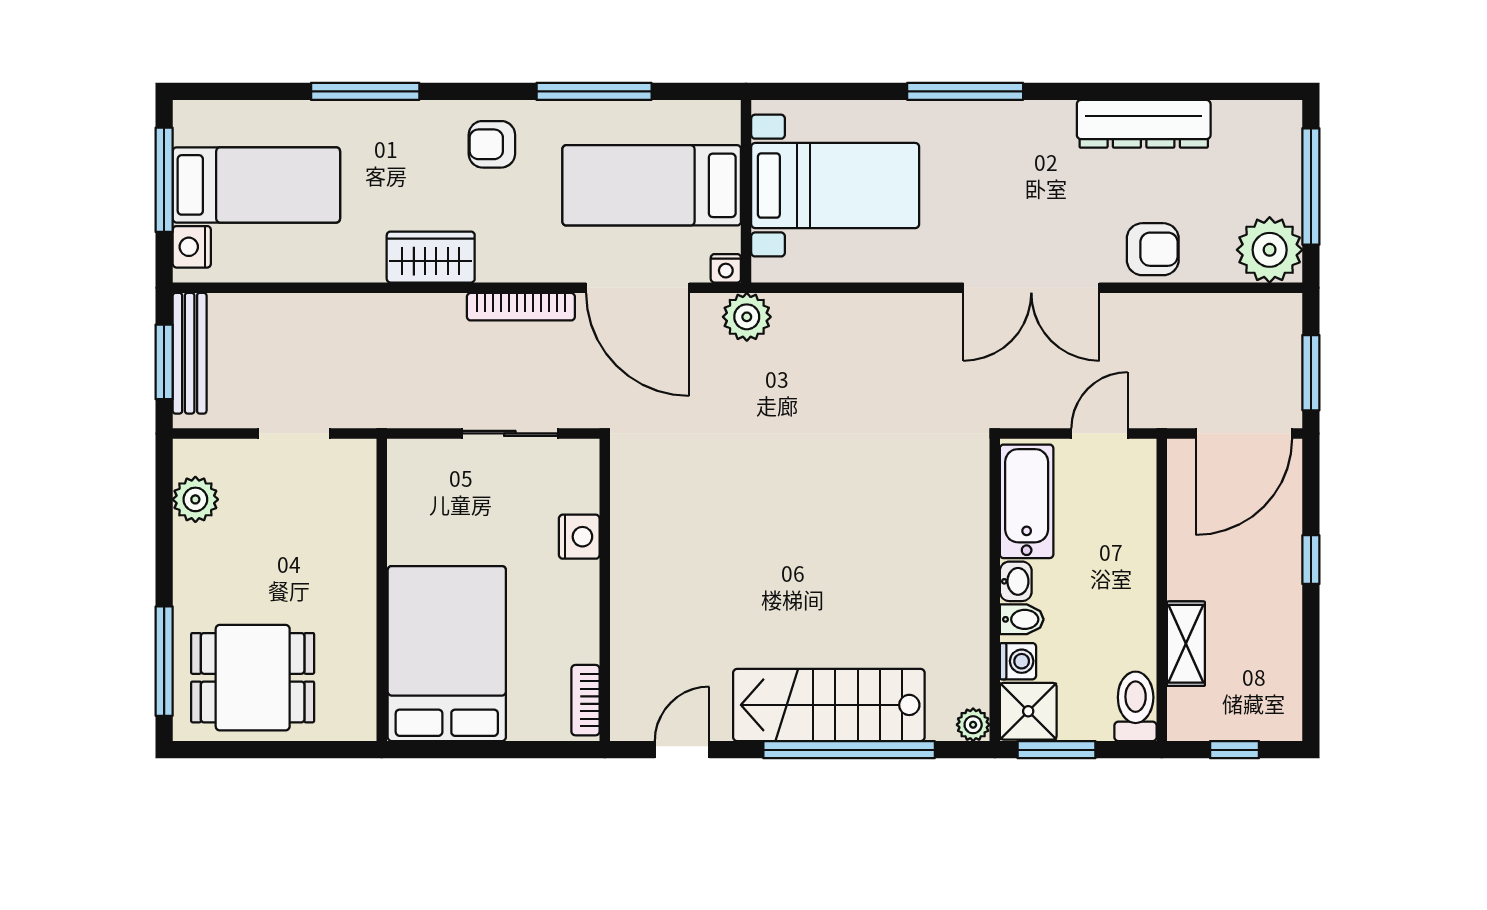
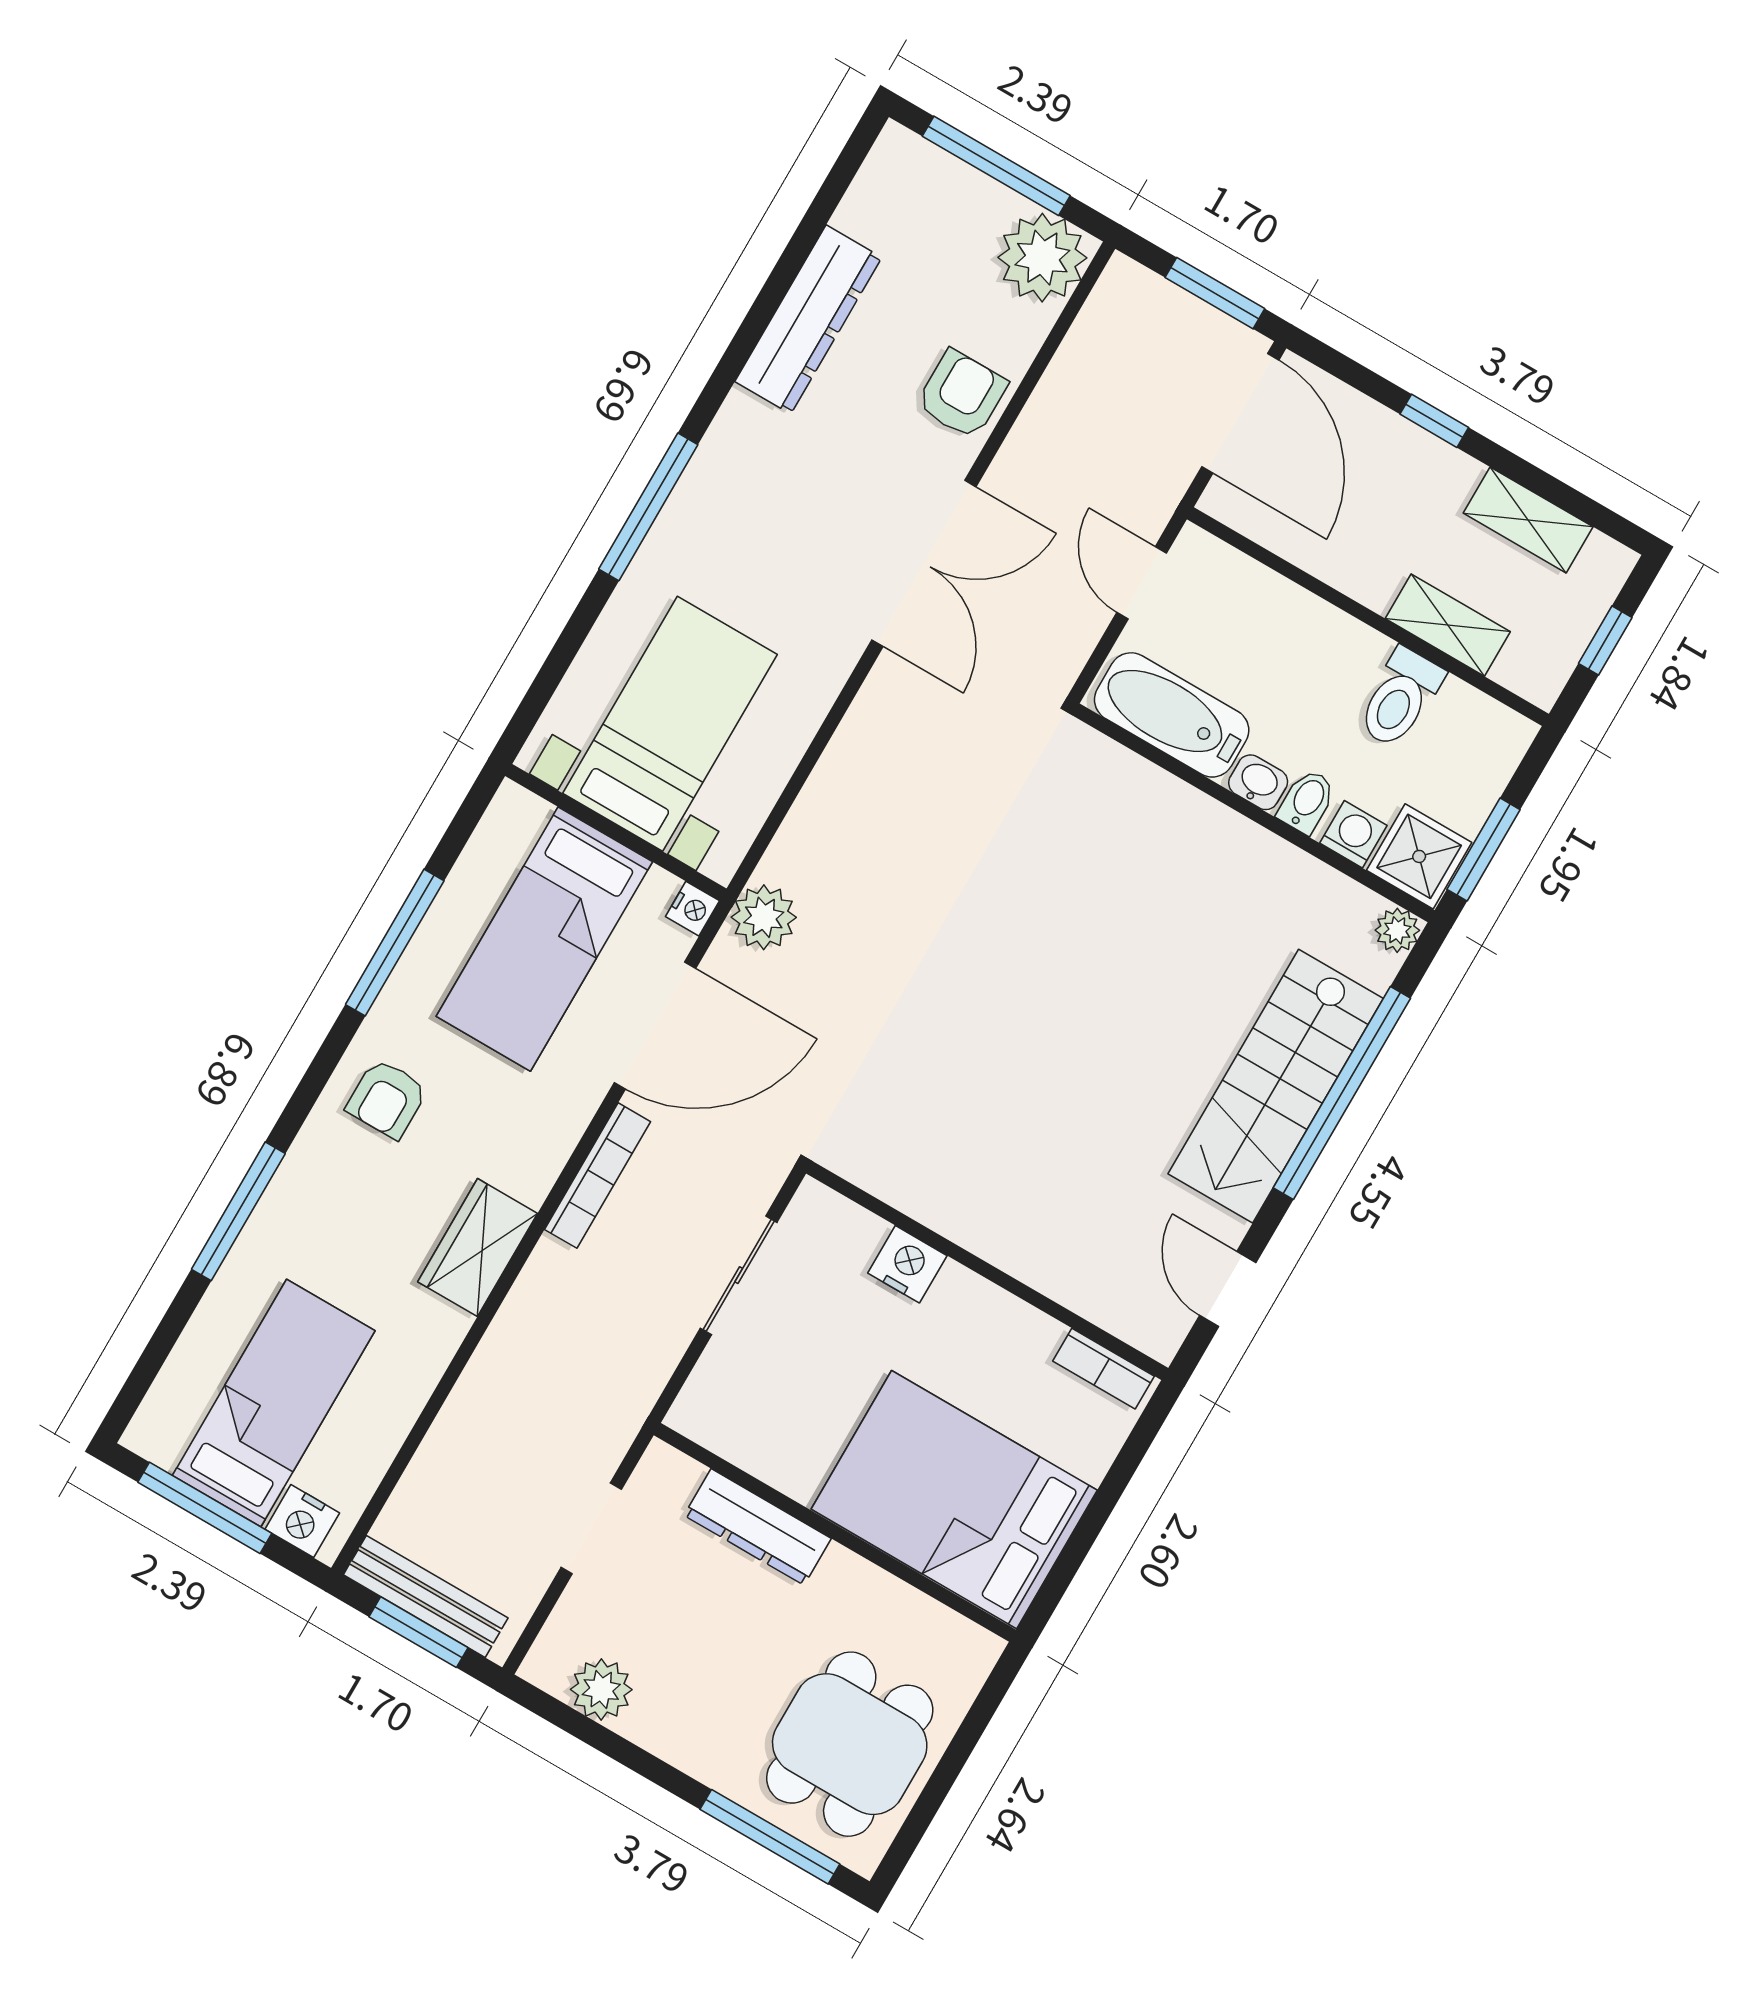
dresser: (357, 539) -> (758, 1527), added
shelving: (1283, 656) -> (1528, 520), added
toilet: (1136, 706) -> (1400, 698), moved, turned -90

